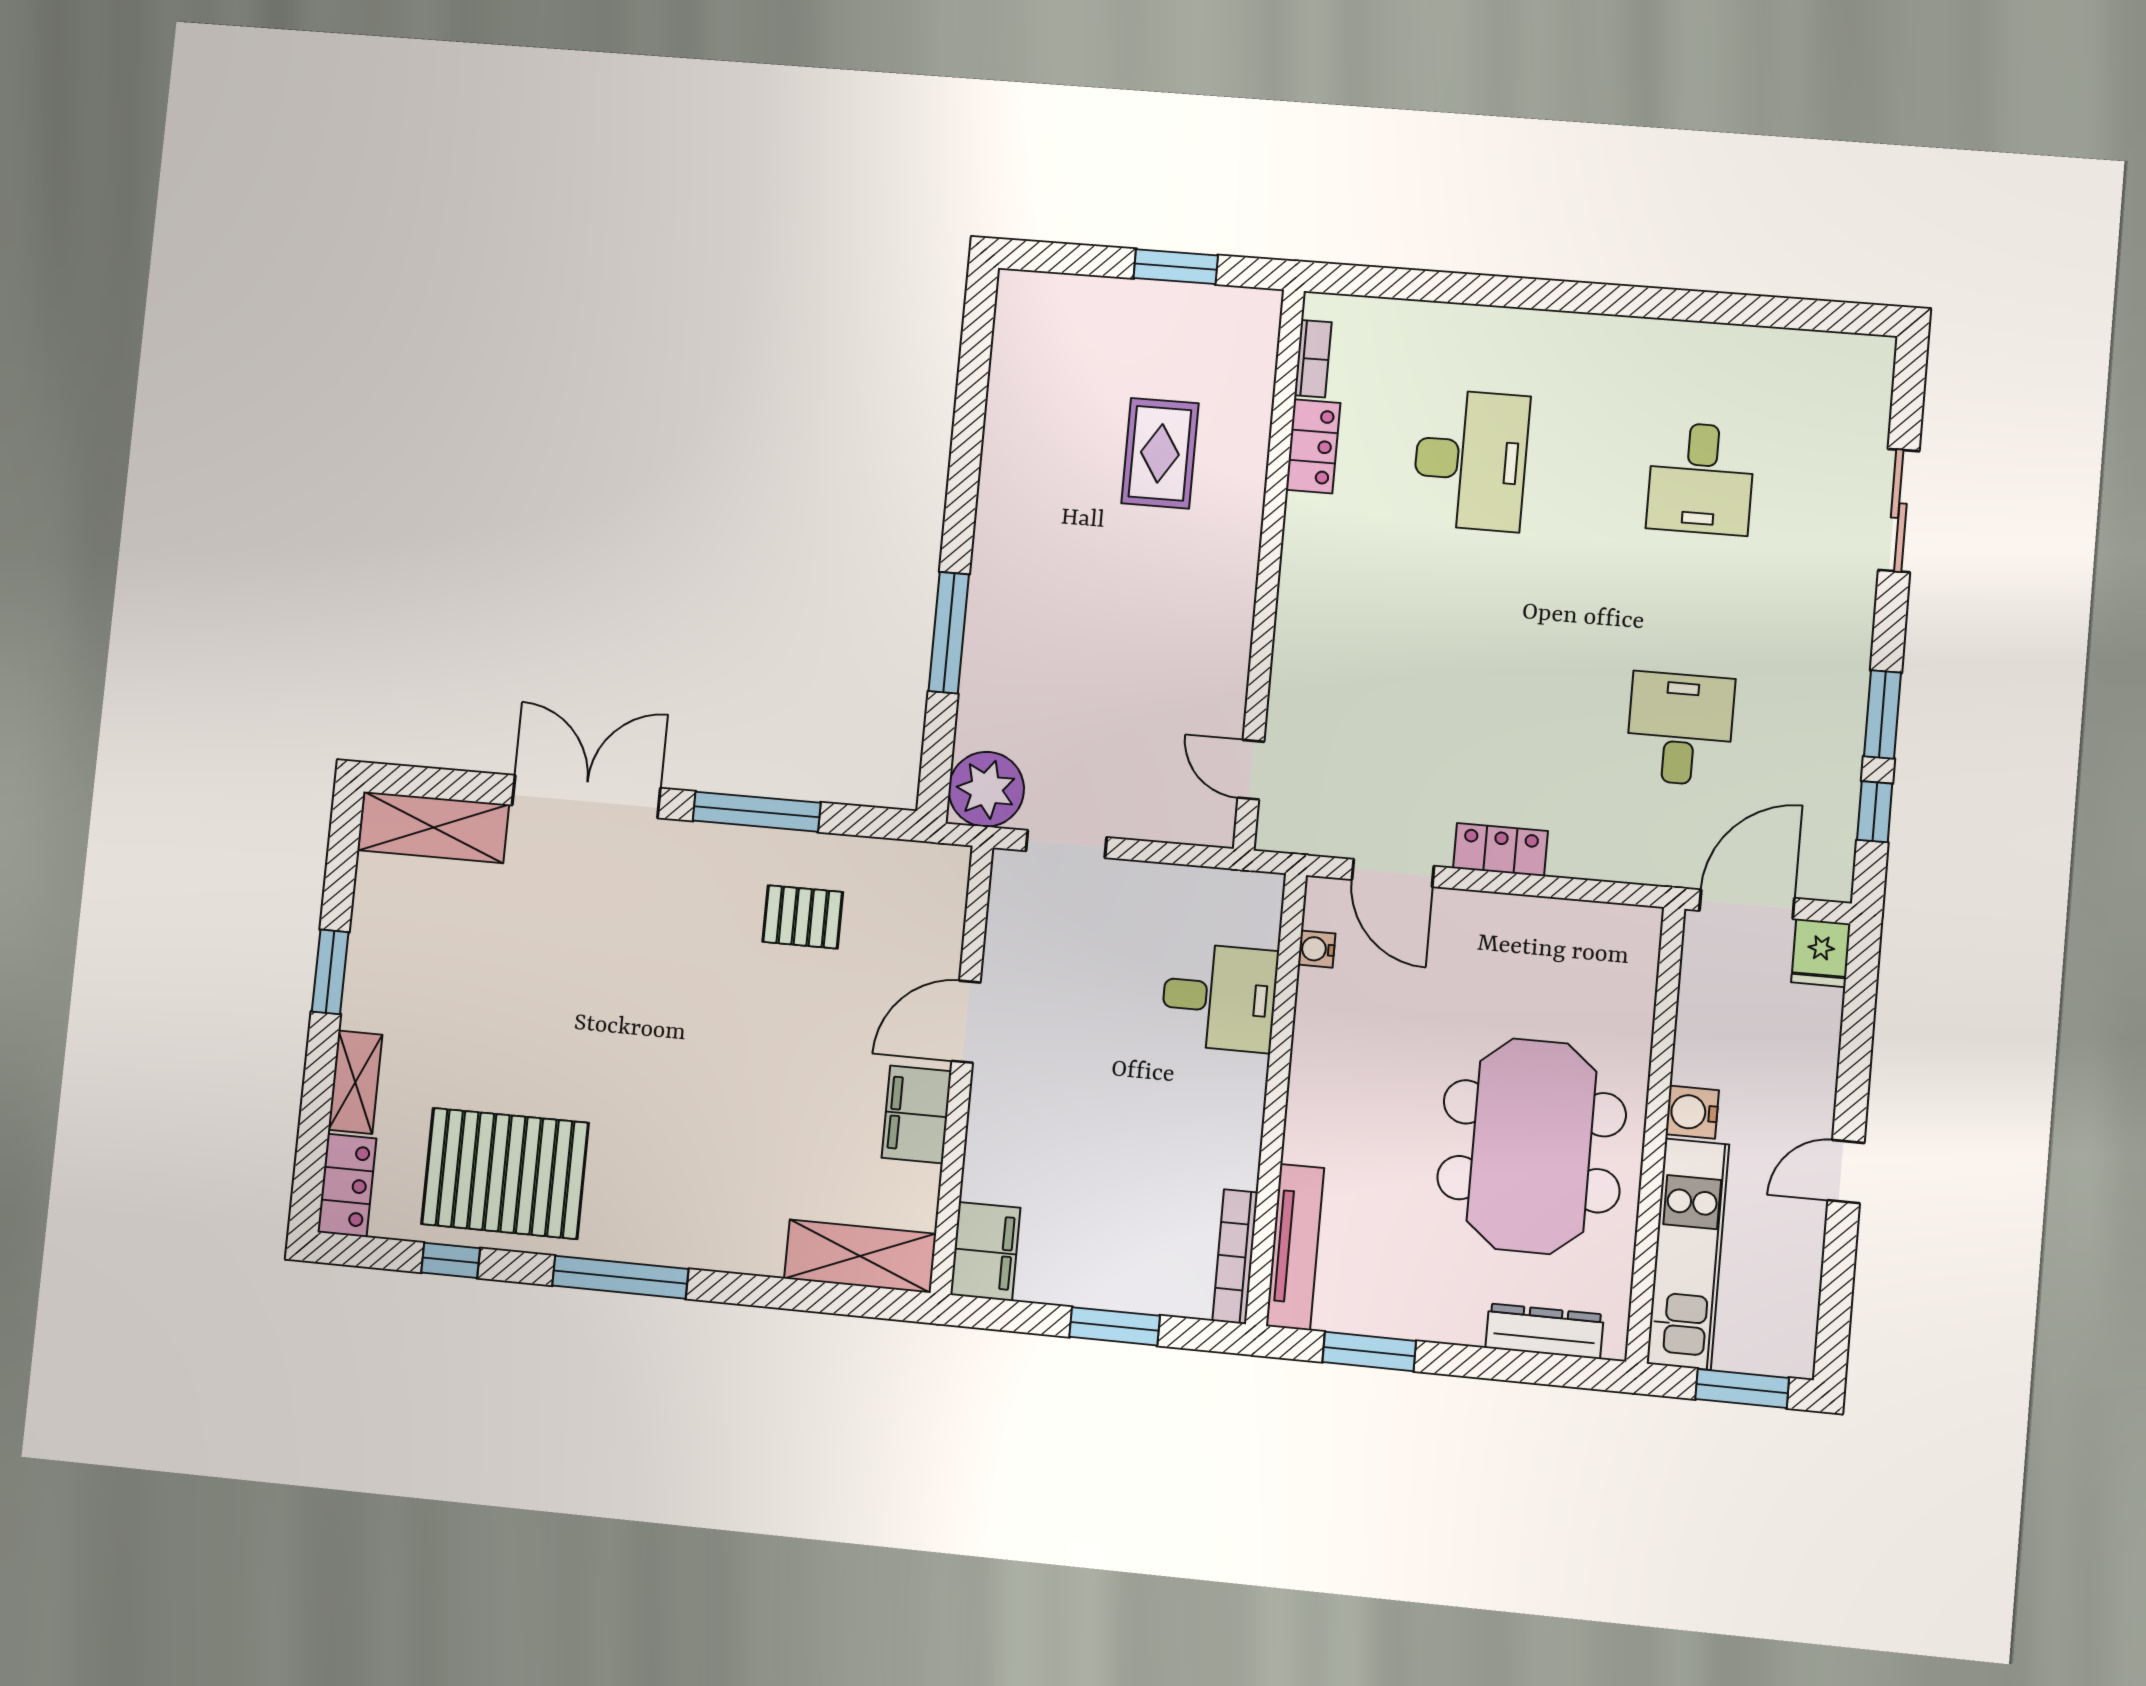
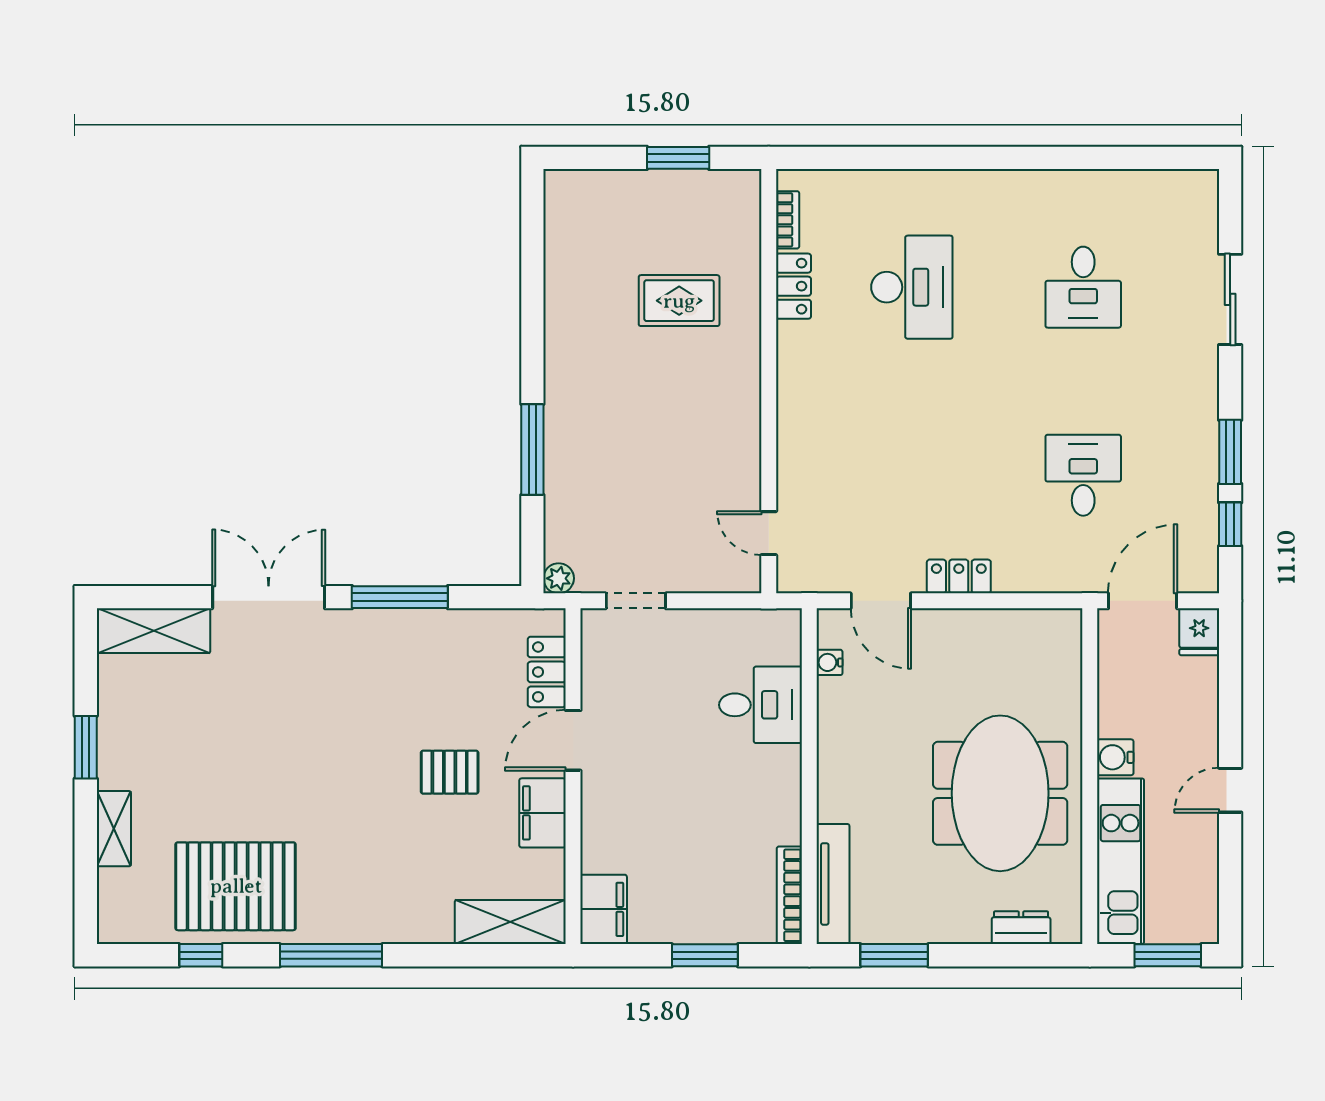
rug: (1160, 453) -> (679, 301), turned 90
plant: (986, 789) -> (559, 578), width x0.53, depth x0.53
pallet: (803, 917) -> (450, 772), moved
locker: (347, 1185) -> (547, 672), moved, turned 180
dresser: (1545, 1331) -> (1021, 928), width x0.70

